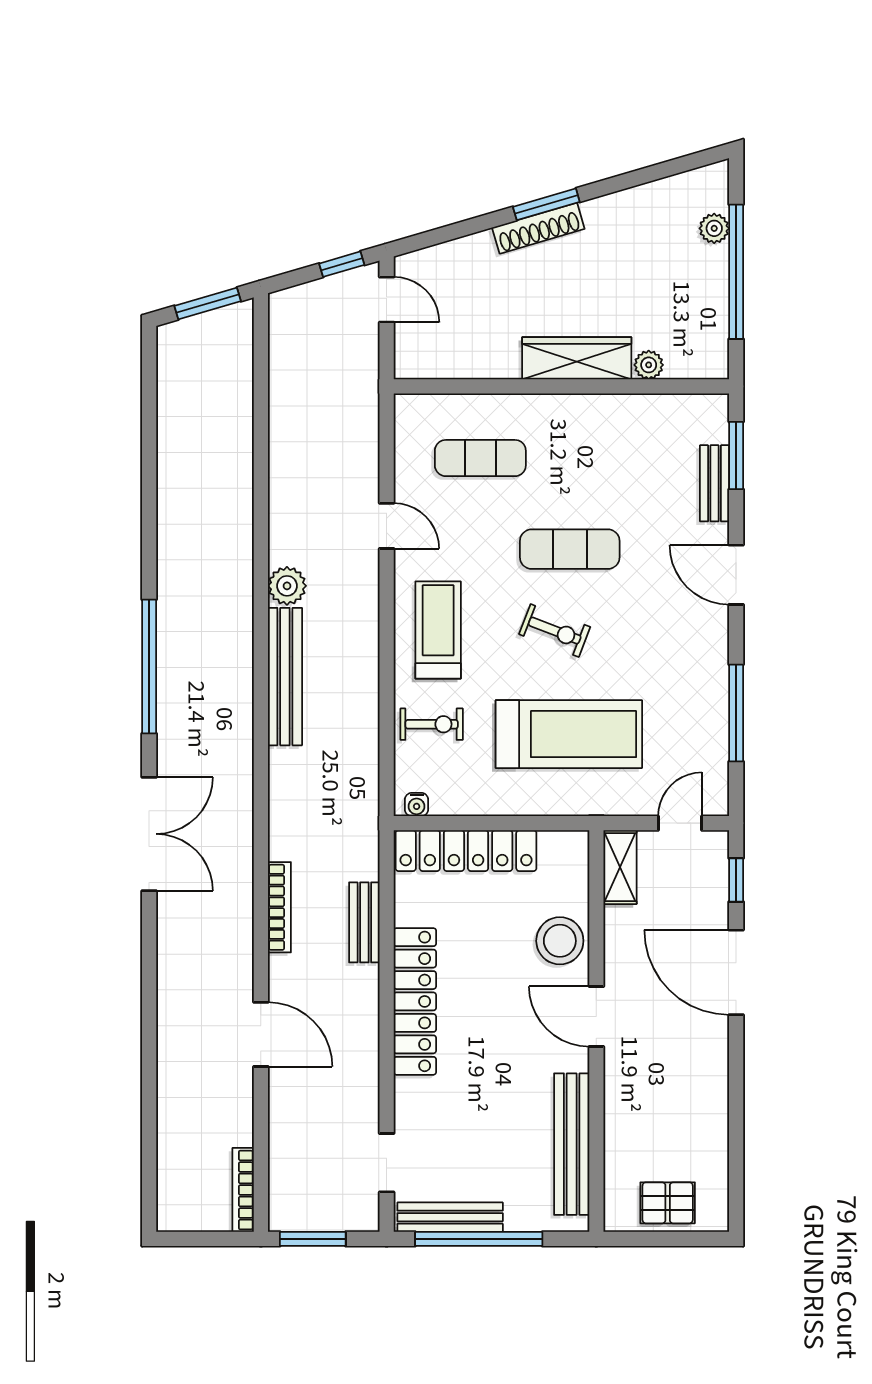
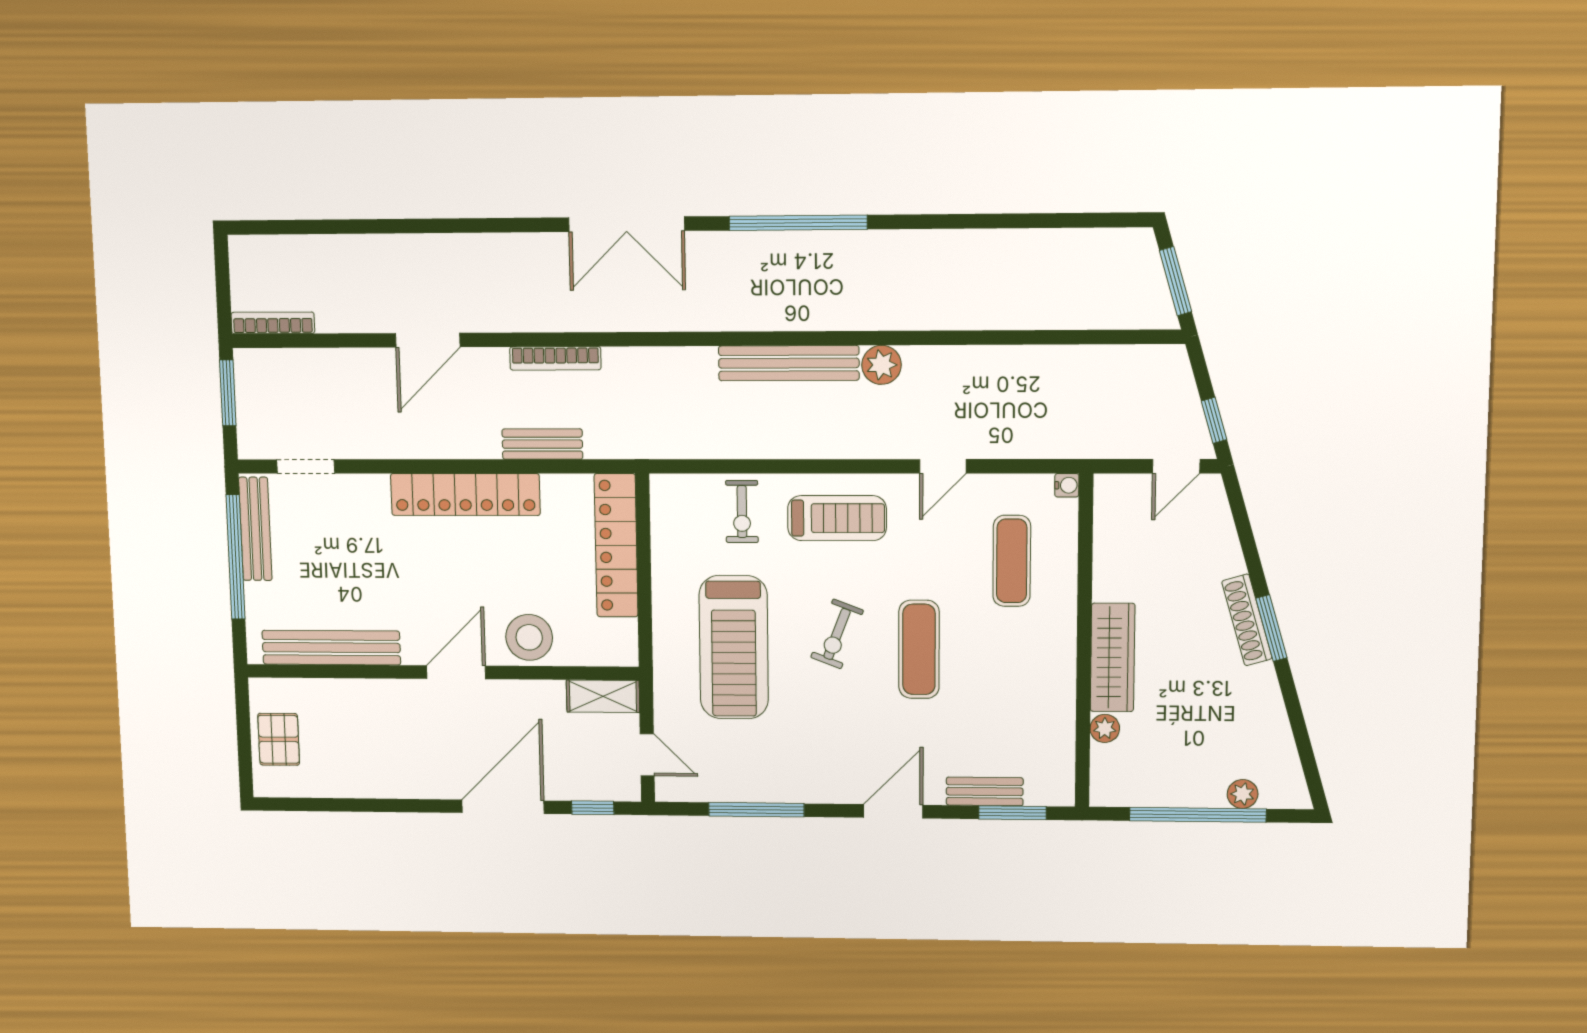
water cooler: (417, 805) -> (1067, 485), moved, turned 180

